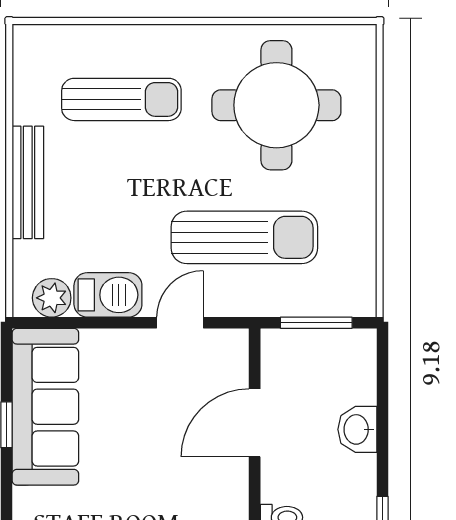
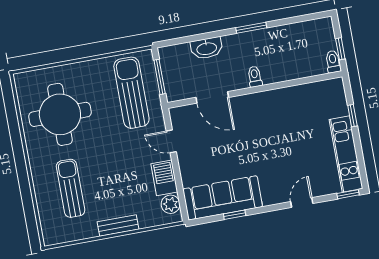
bench: (28, 182) -> (118, 226), width x0.73
sun lounger: (244, 237) -> (131, 93), moved
washbasin: (357, 429) -> (207, 48), width x1.38

